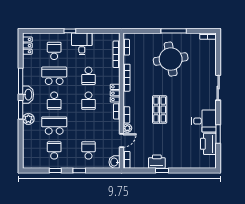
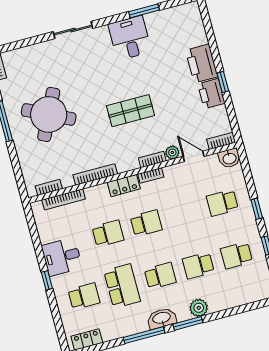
school desk: (54, 51) -> (84, 296), turned 180
round table: (171, 59) -> (49, 114), turned 35
school desk: (54, 76) -> (122, 286), turned 180
school desk: (54, 126) -> (198, 266), width x0.54
printer: (208, 144) -> (202, 63), moved, turned 90

